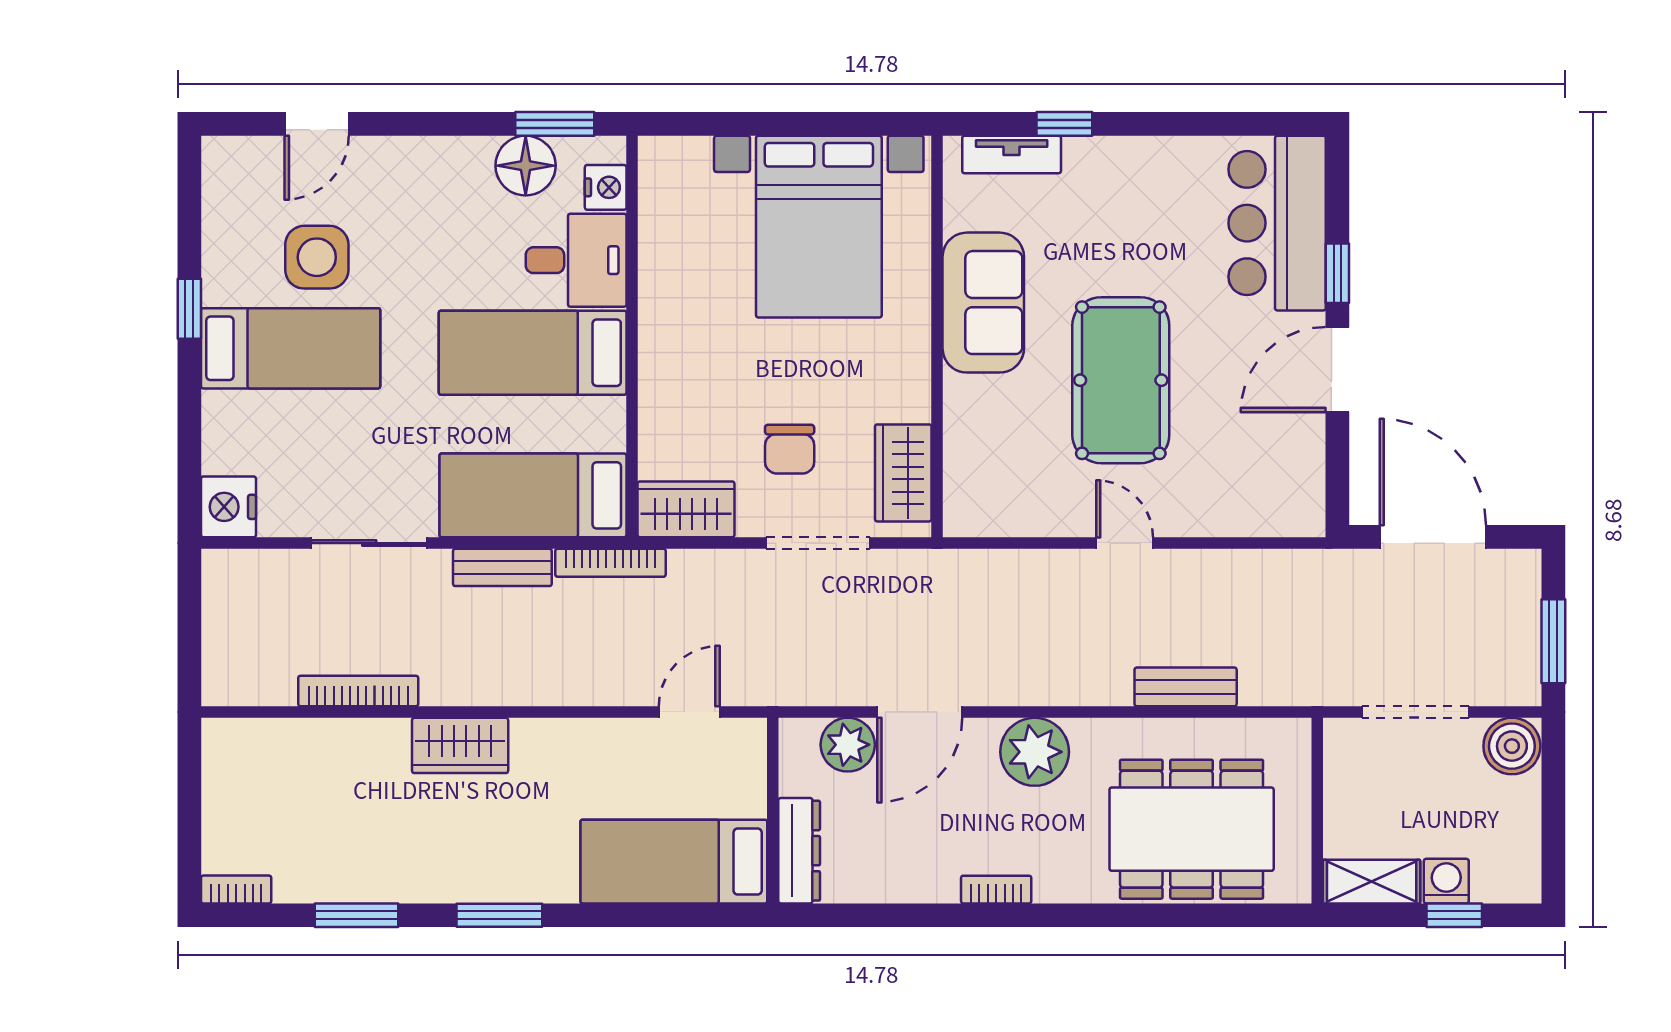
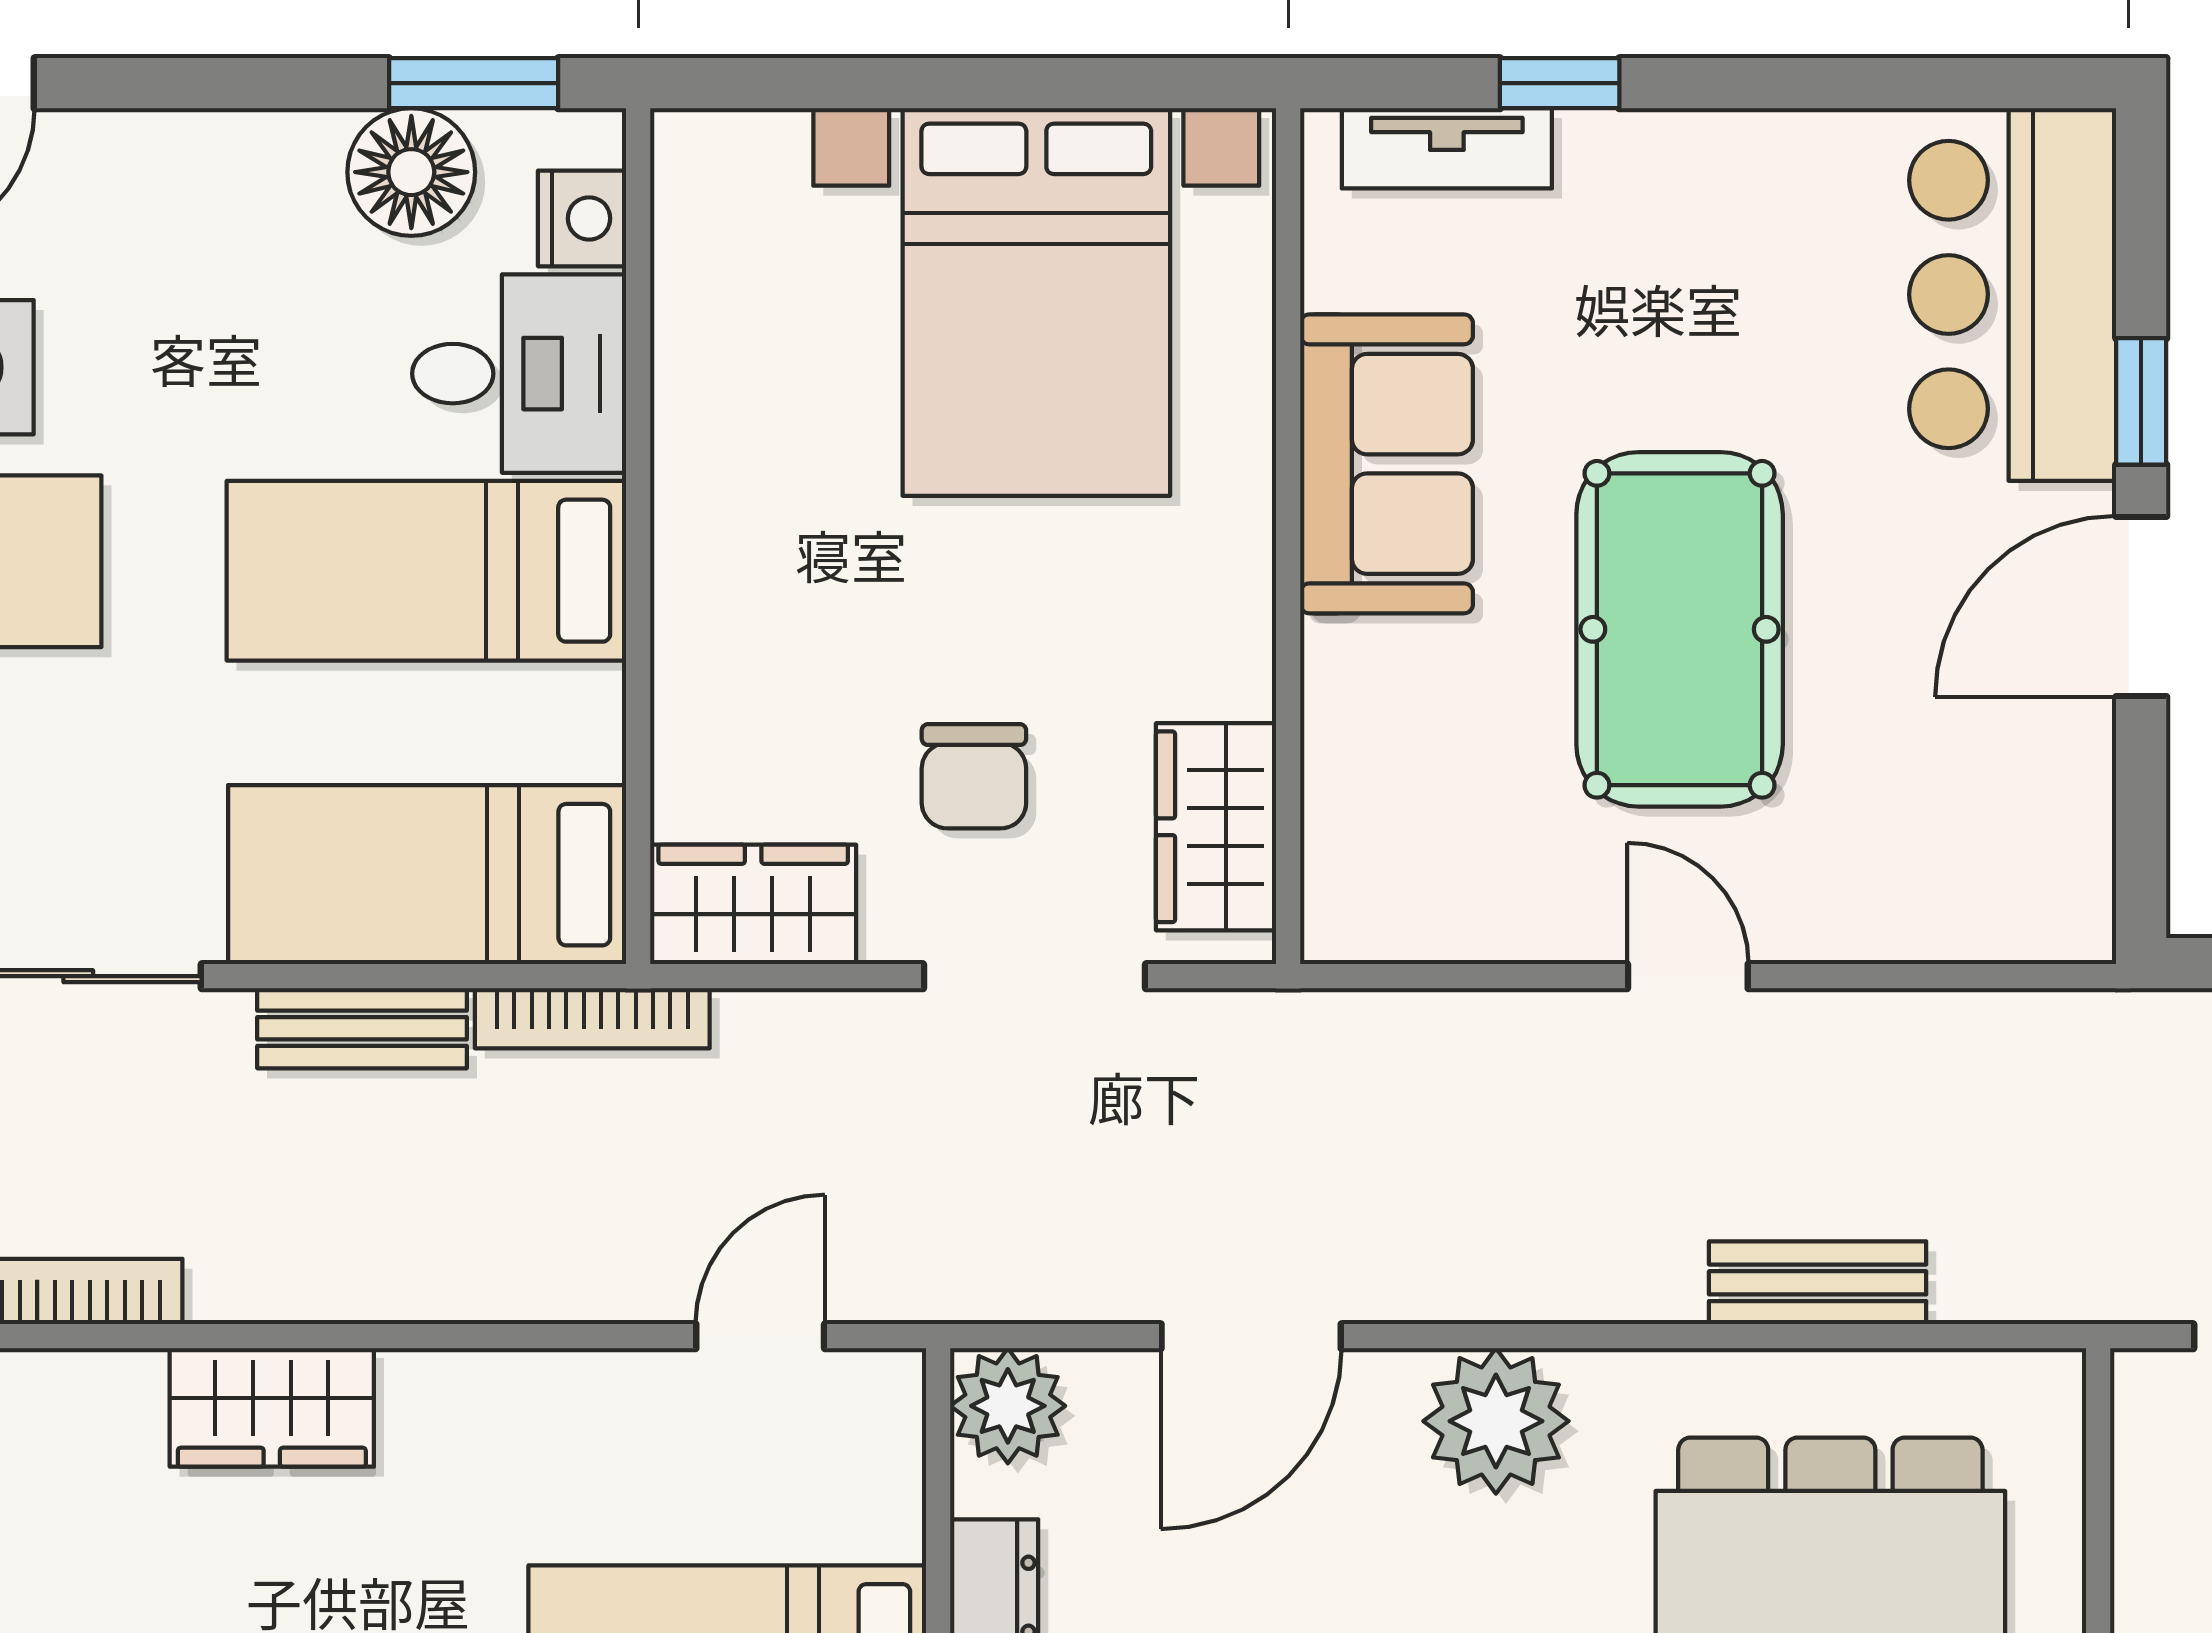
plant: (848, 745) -> (1008, 1406), moved

